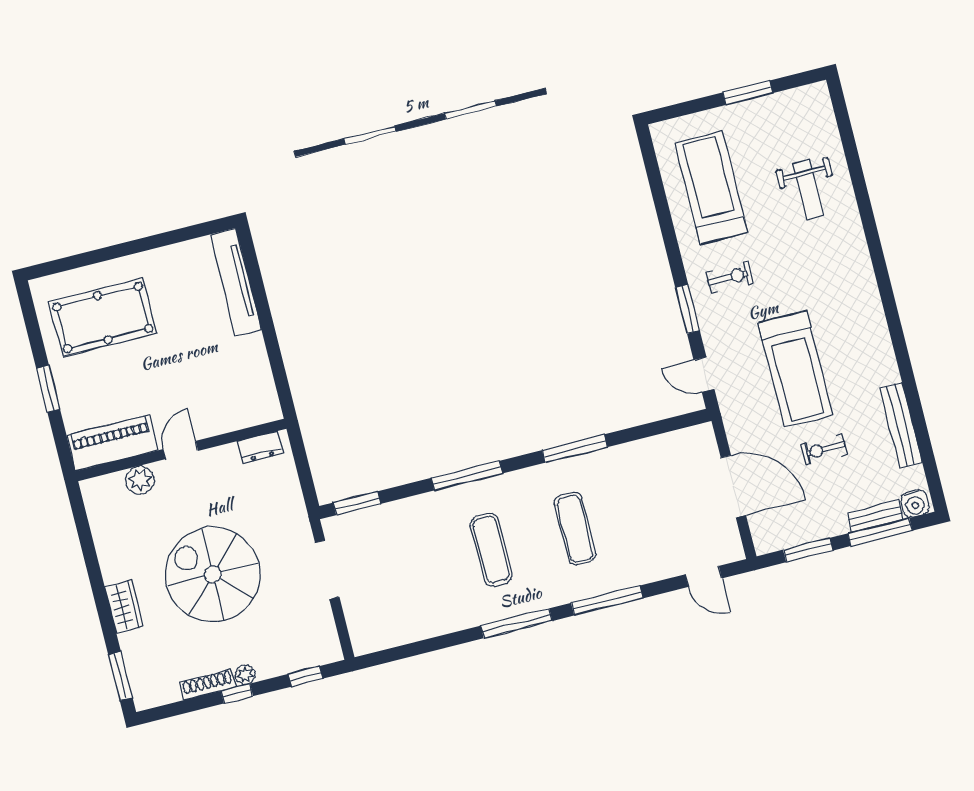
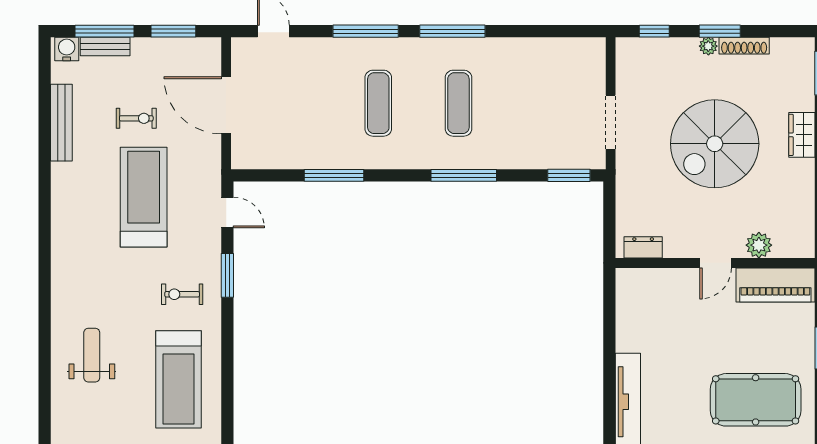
window: (575, 449) -> (334, 175), moved
spiral stairs: (213, 574) -> (715, 144), turned 90
window: (237, 694) -> (720, 31), width x1.50

